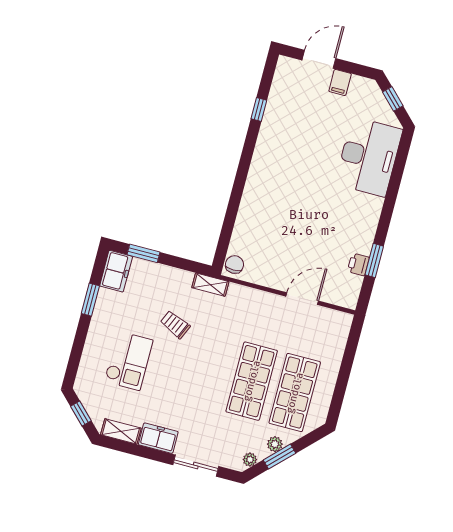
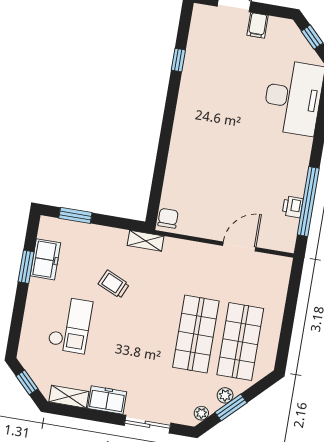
window: (374, 261) -> (308, 201), width x2.11
freezer: (116, 271) -> (45, 259), moved

